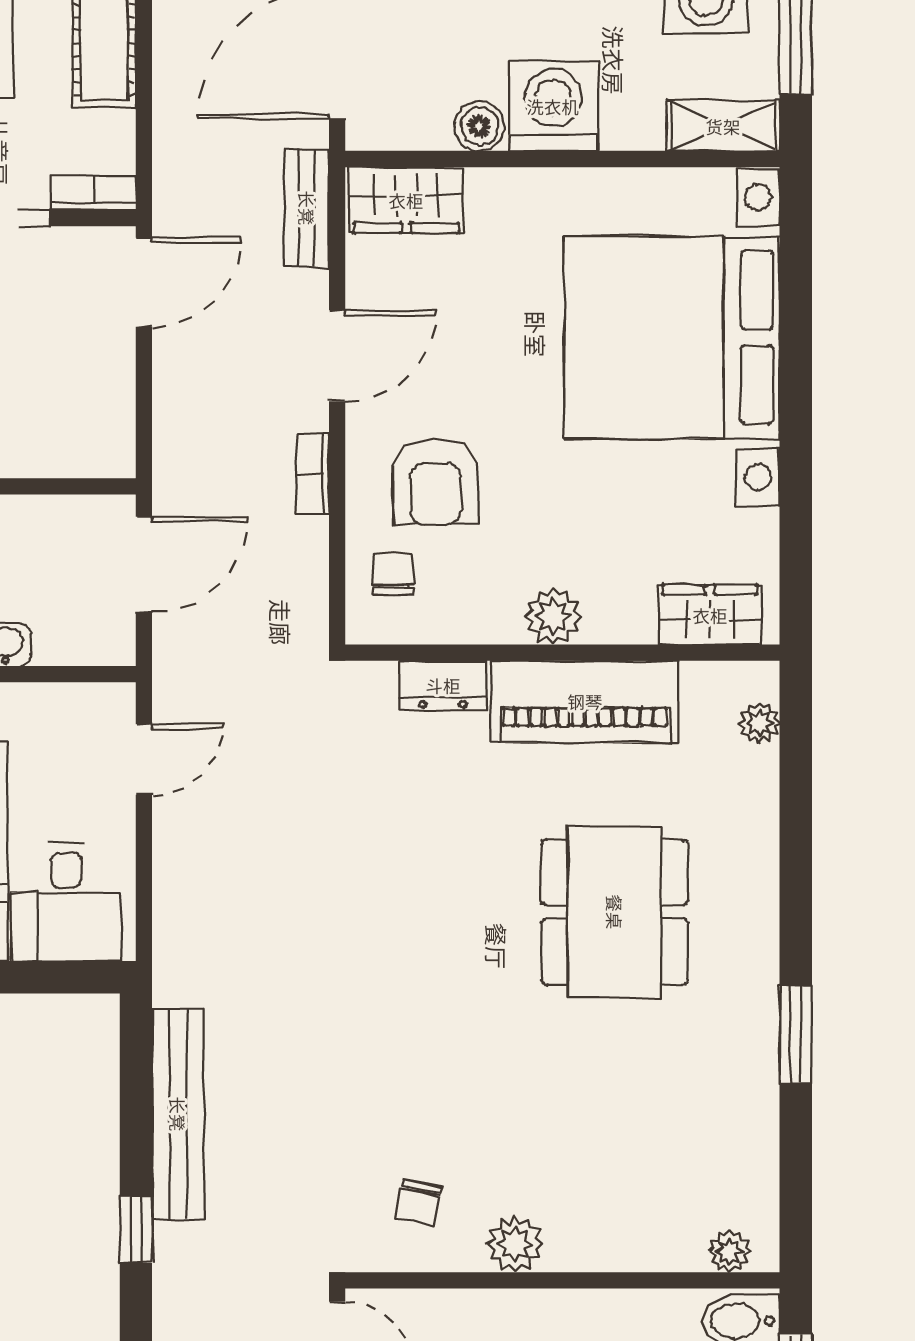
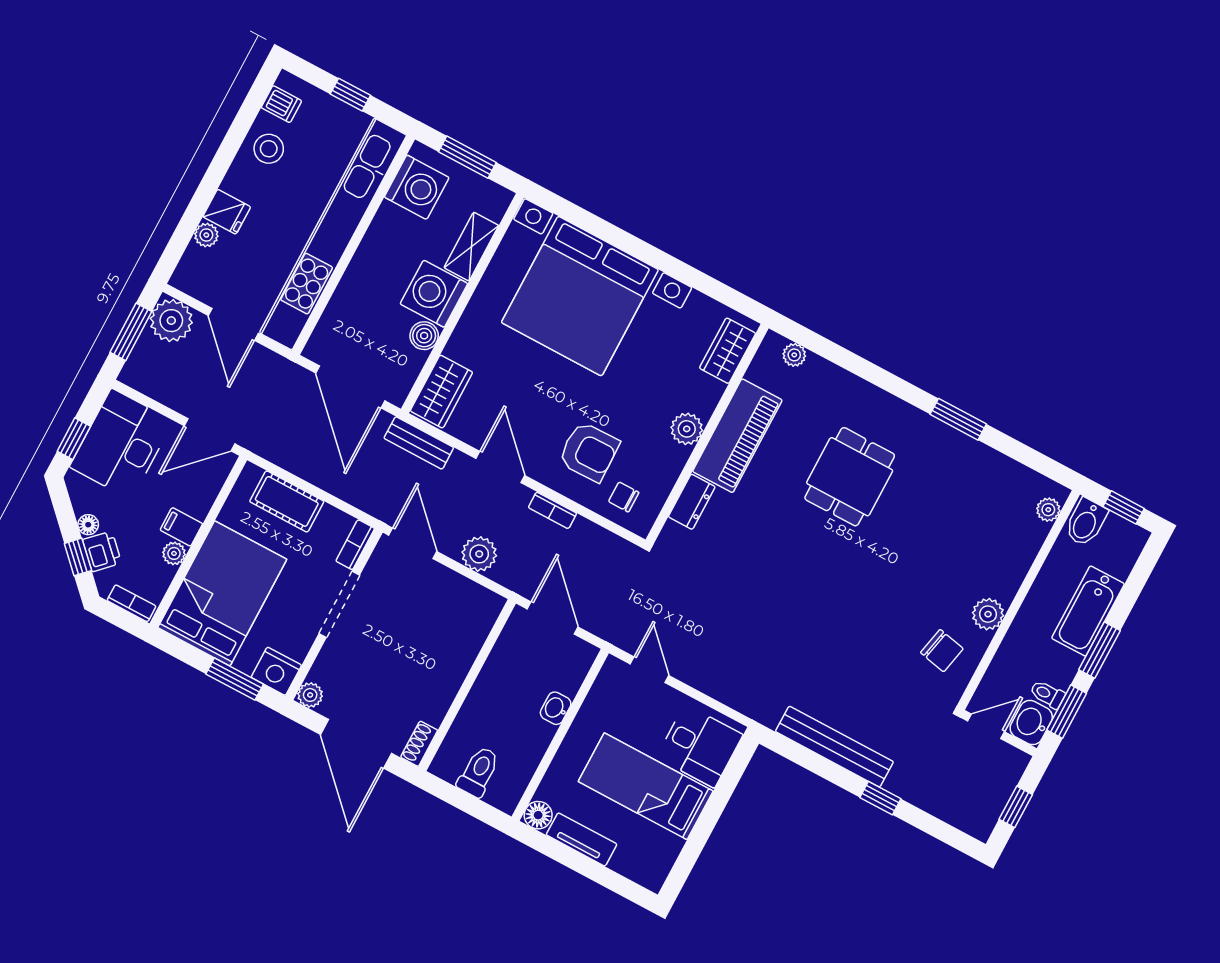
shelving: (723, 126) -> (471, 247), moved
plant: (183, 395) -> (479, 554), added
dining table: (615, 912) -> (850, 477), width x0.73
chair: (419, 1202) -> (942, 651), width x1.37, depth x1.37

